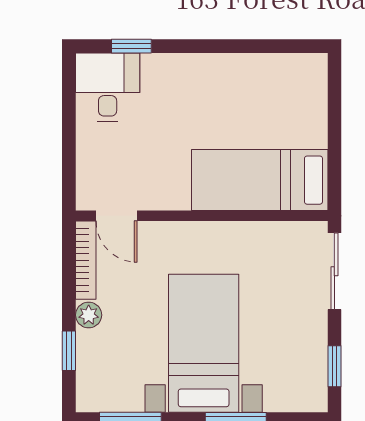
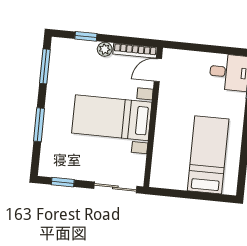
bed: (260, 180) -> (208, 155), moved
bed with nightstands: (204, 343) -> (112, 118), moved, turned 180

